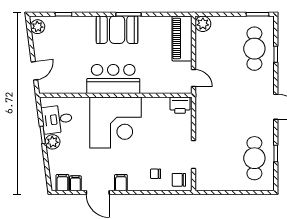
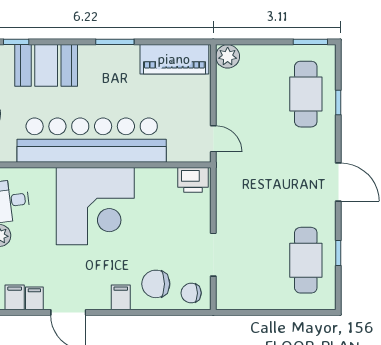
booth: (117, 30) -> (46, 65), moved
piano: (182, 38) -> (174, 59), moved, turned -90
bar counter: (113, 79) -> (92, 140), width x1.86
chair: (156, 174) -> (156, 284), width x1.87, depth x1.87
filing cabinet: (121, 183) -> (121, 297), moved

